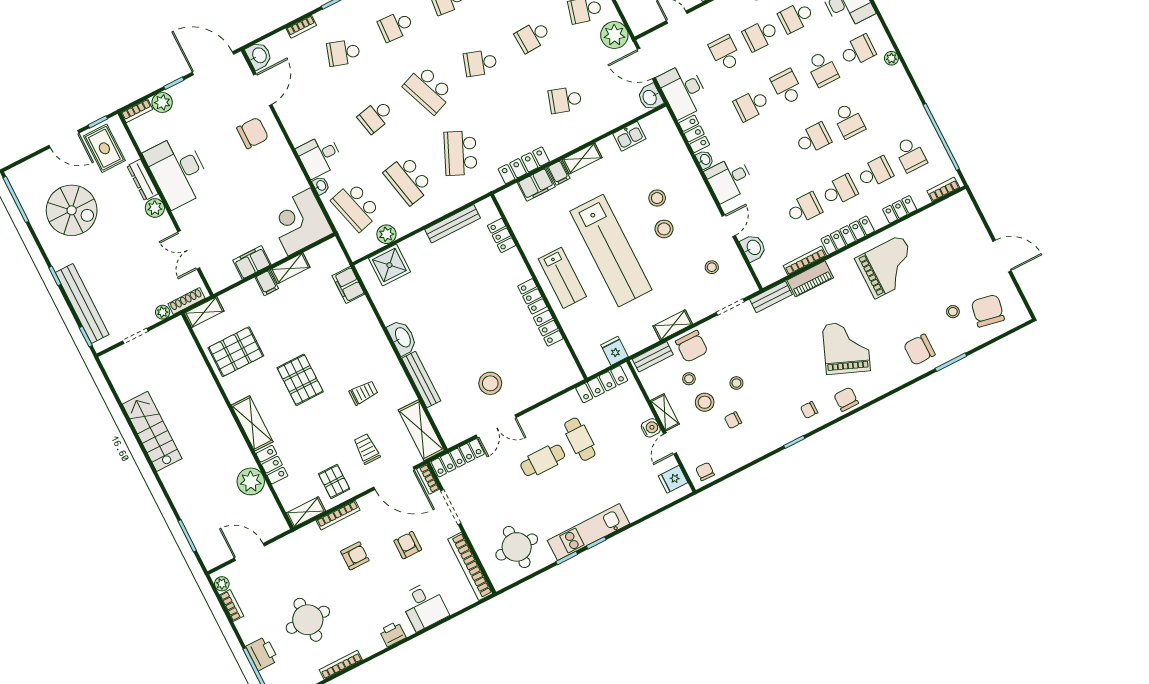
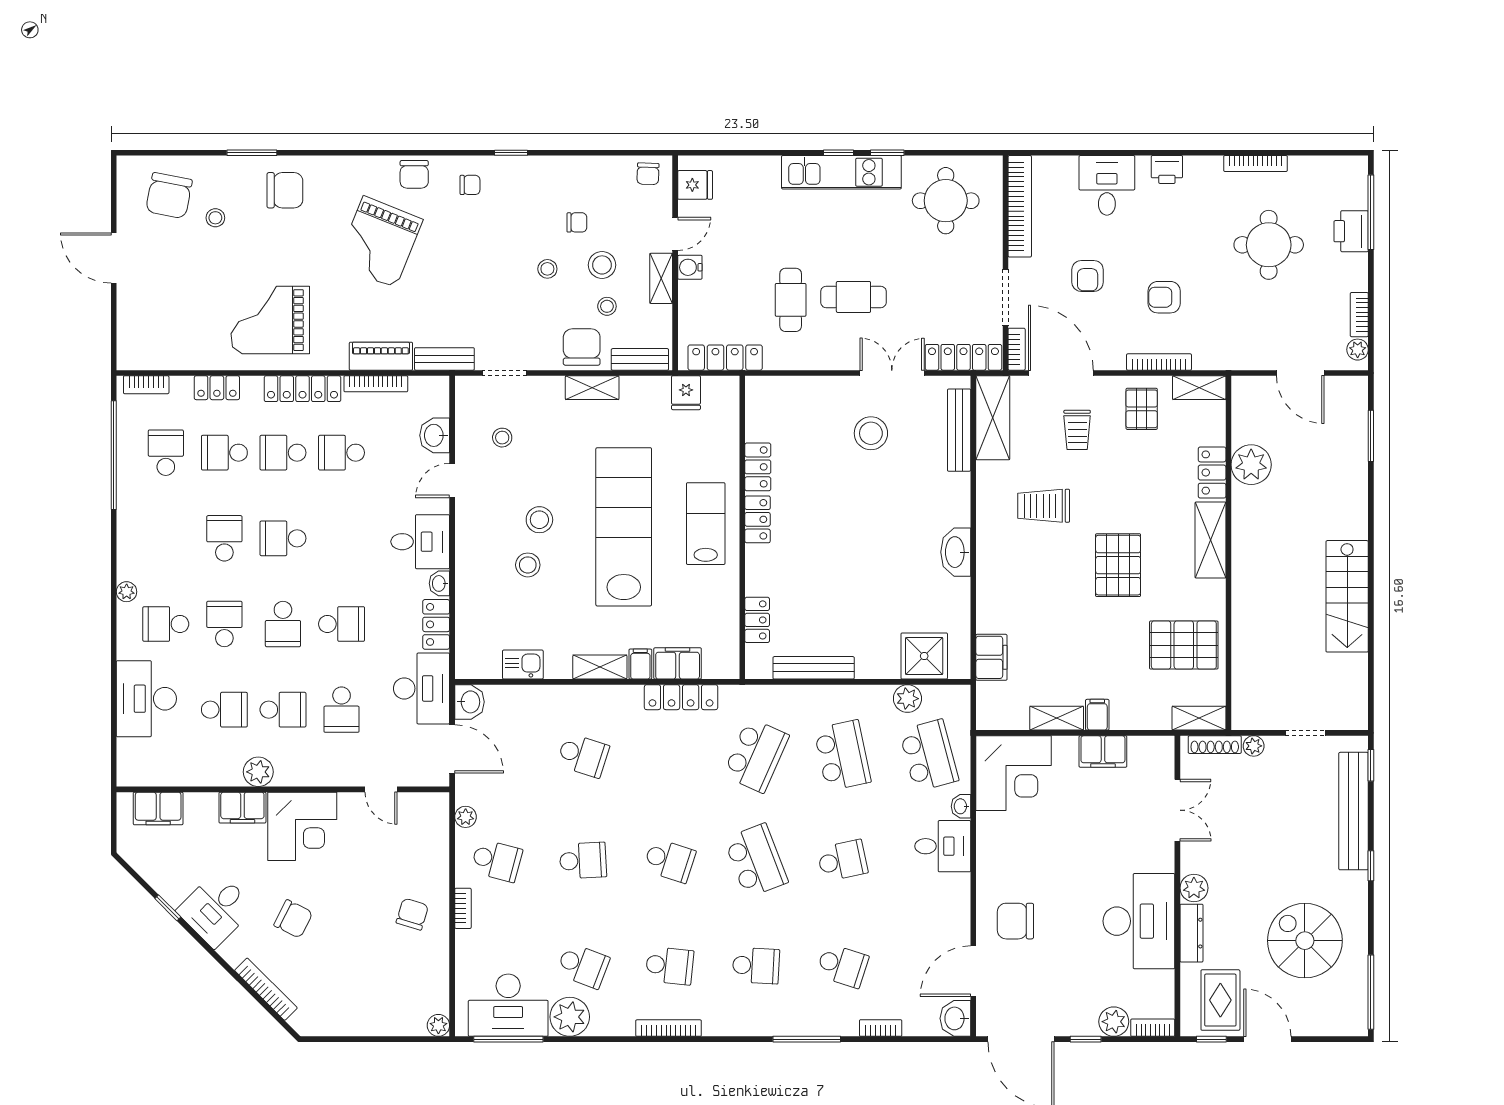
plant: (614, 35) -> (466, 817), width x0.53, depth x0.53
bench: (421, 380) -> (959, 430), moved
trolley: (363, 393) -> (1044, 506), width x1.36, depth x1.39

